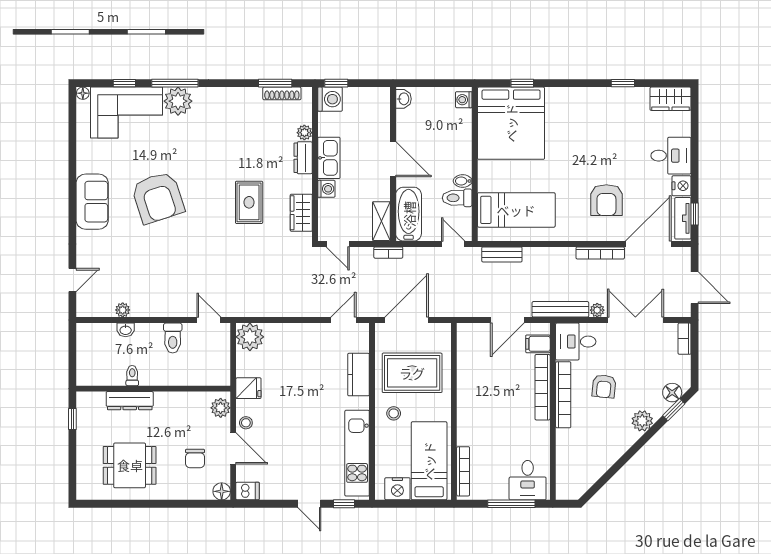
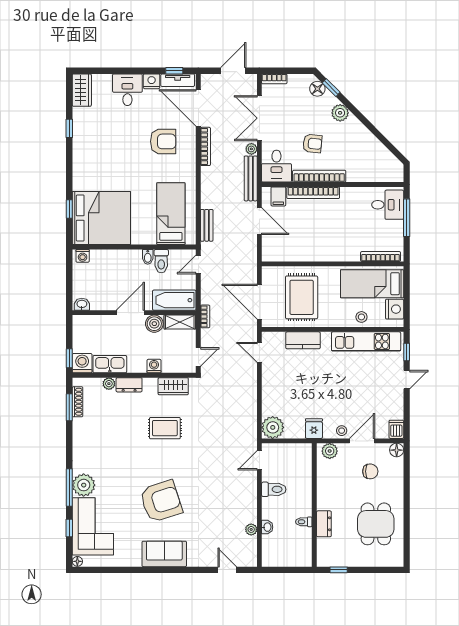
kitchen sink: (329, 158) -> (110, 364), moved
boiler: (379, 189) -> (154, 324), added
dresser: (130, 401) -> (324, 524), width x0.70
stool: (394, 413) -> (361, 317), moved

